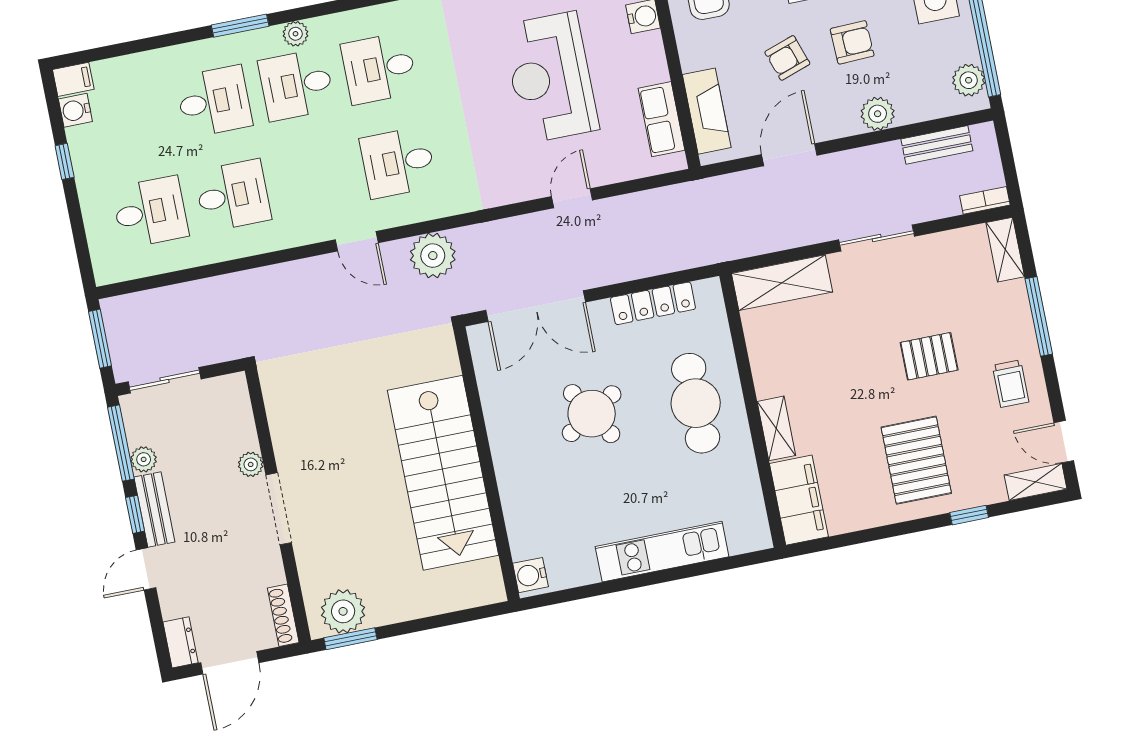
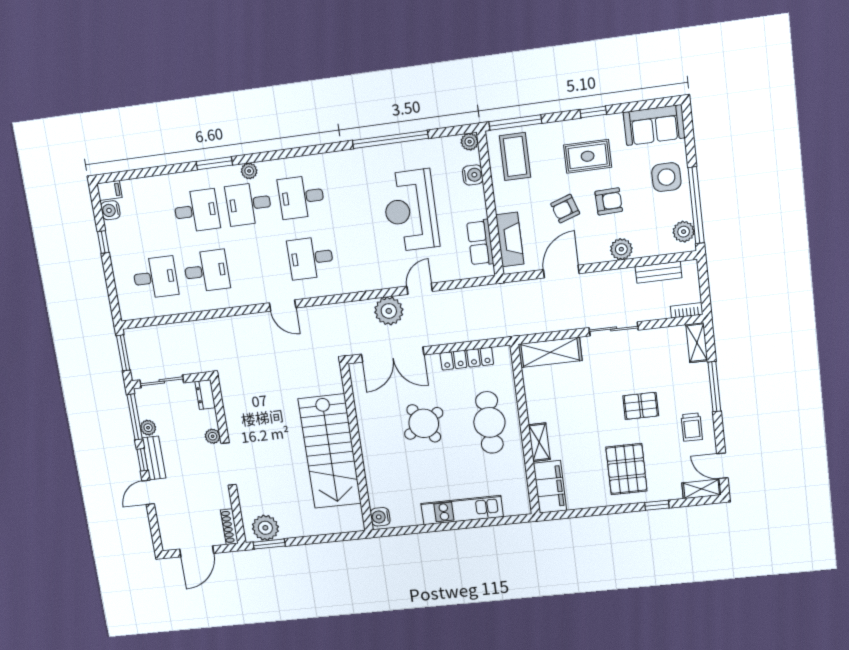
plant: (433, 256) -> (389, 311), moved
dresser: (180, 642) -> (205, 395), moved, turned 180

